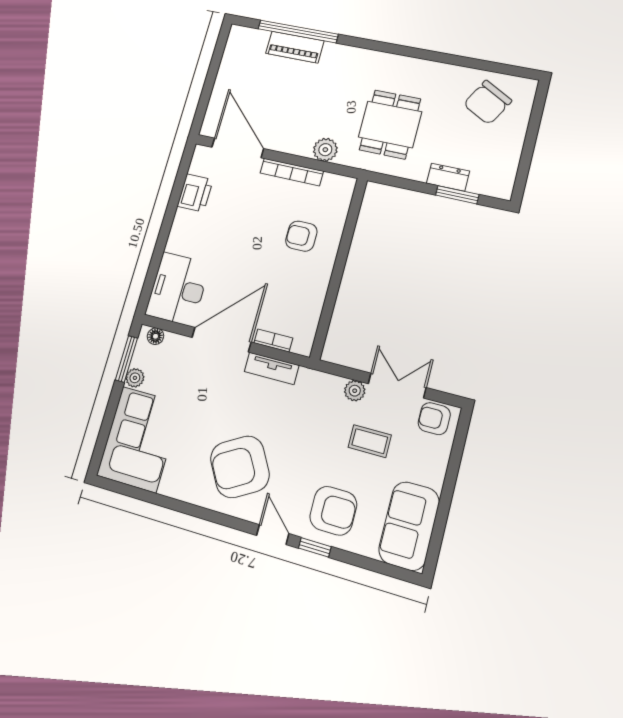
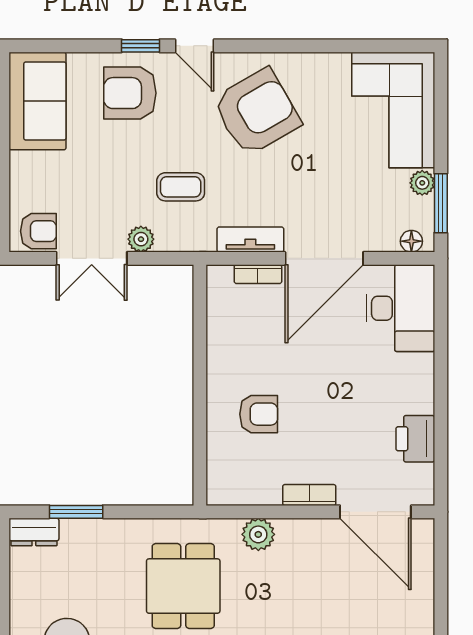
bookcase: (292, 172) -> (309, 495), width x0.64
dresser: (448, 177) -> (34, 532), moved
coffee table: (370, 441) -> (181, 187), moved

